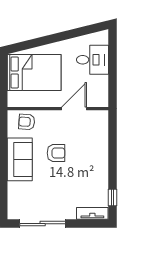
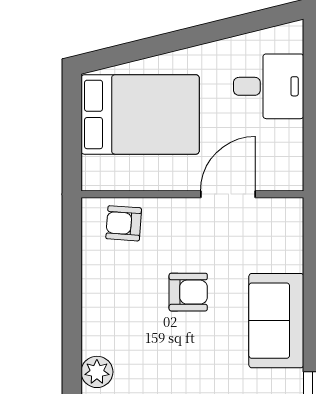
sofa: (20, 159) -> (276, 321), moved, turned 180
plant: (15, 189) -> (97, 372), added

